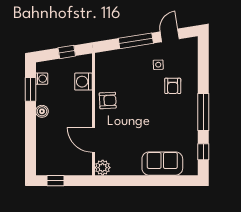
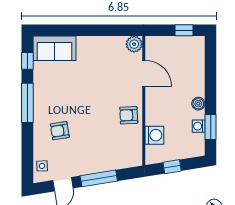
side table: (158, 65) -> (42, 166), moved
washing machine: (42, 79) -> (199, 126), moved
armchair: (173, 86) -> (60, 131), turned -99
sofa: (162, 164) -> (54, 48), moved

